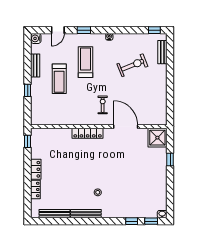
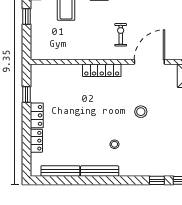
door: (126, 127) -> (149, 62), hinge flipped
window: (28, 141) -> (27, 94), moved
stool: (119, 166) -> (141, 112), added

